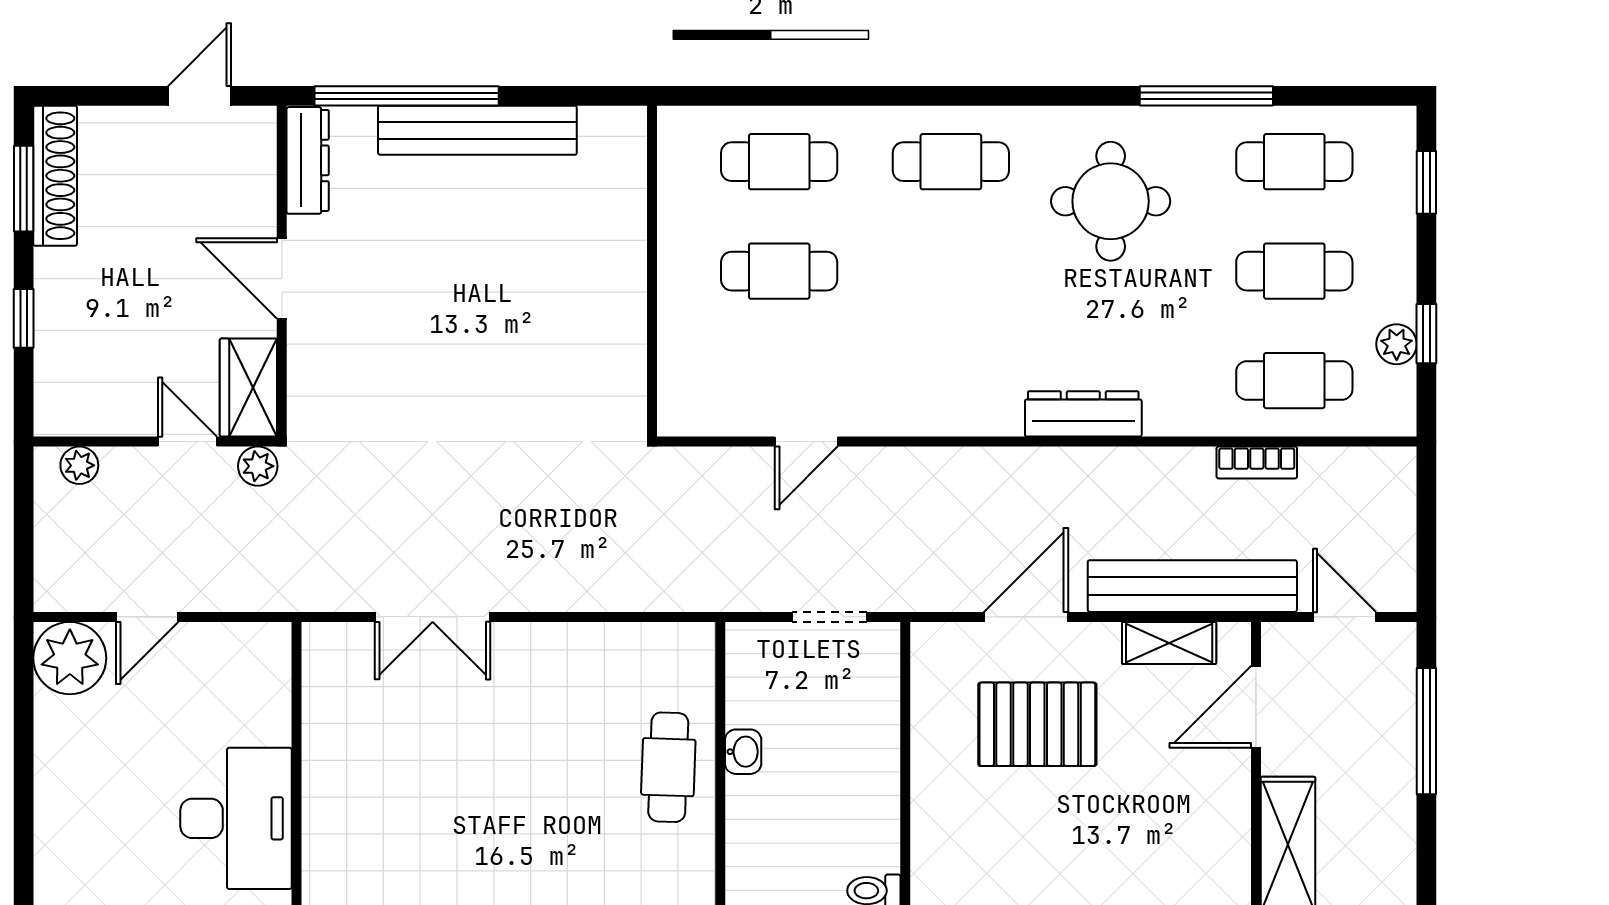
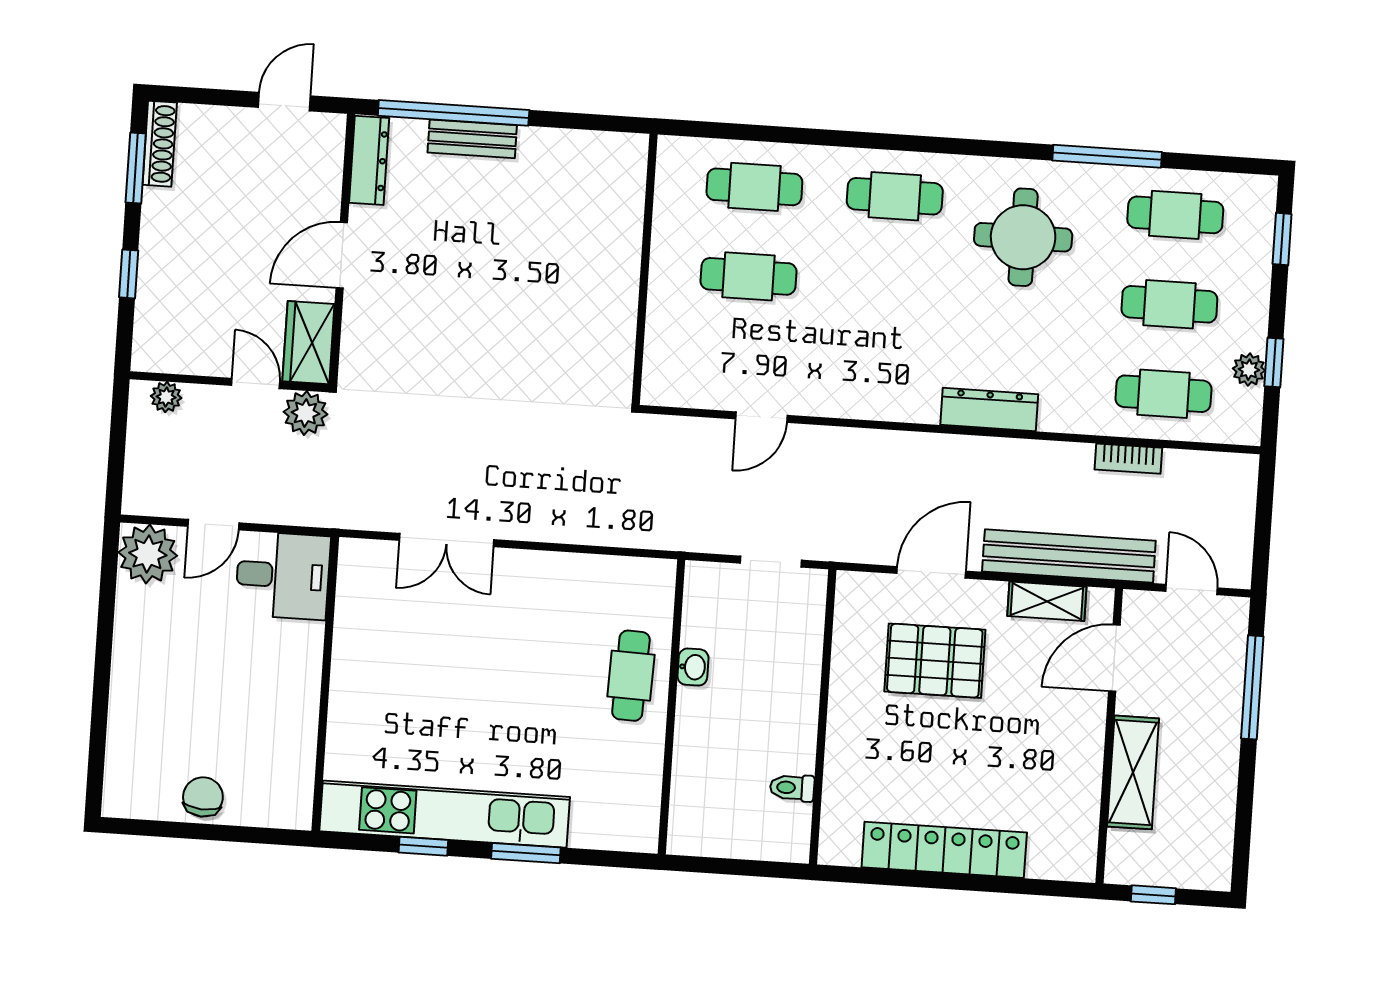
bench: (477, 130) -> (472, 139), width x0.54, depth x0.82
shoe rack: (55, 176) -> (160, 144), width x0.74, depth x0.81
door: (282, 278) -> (342, 255), hinge flipped
plant: (258, 466) -> (305, 413), width x1.38, depth x1.38
desk: (236, 818) -> (283, 575), moved, width x0.73

